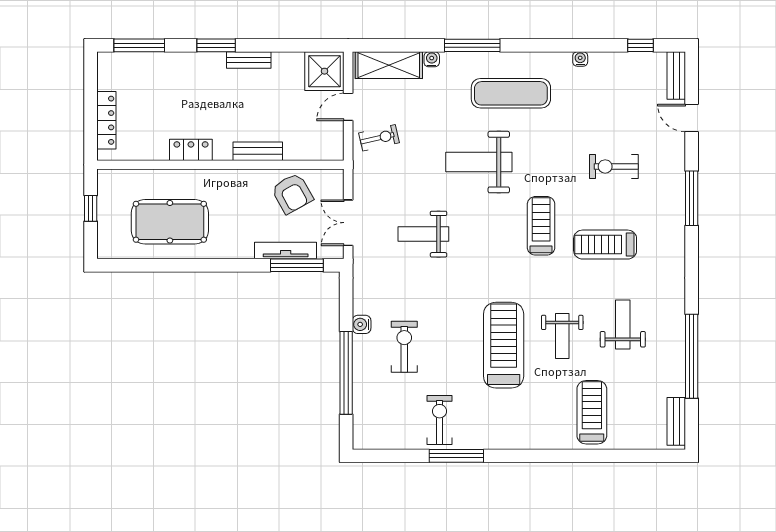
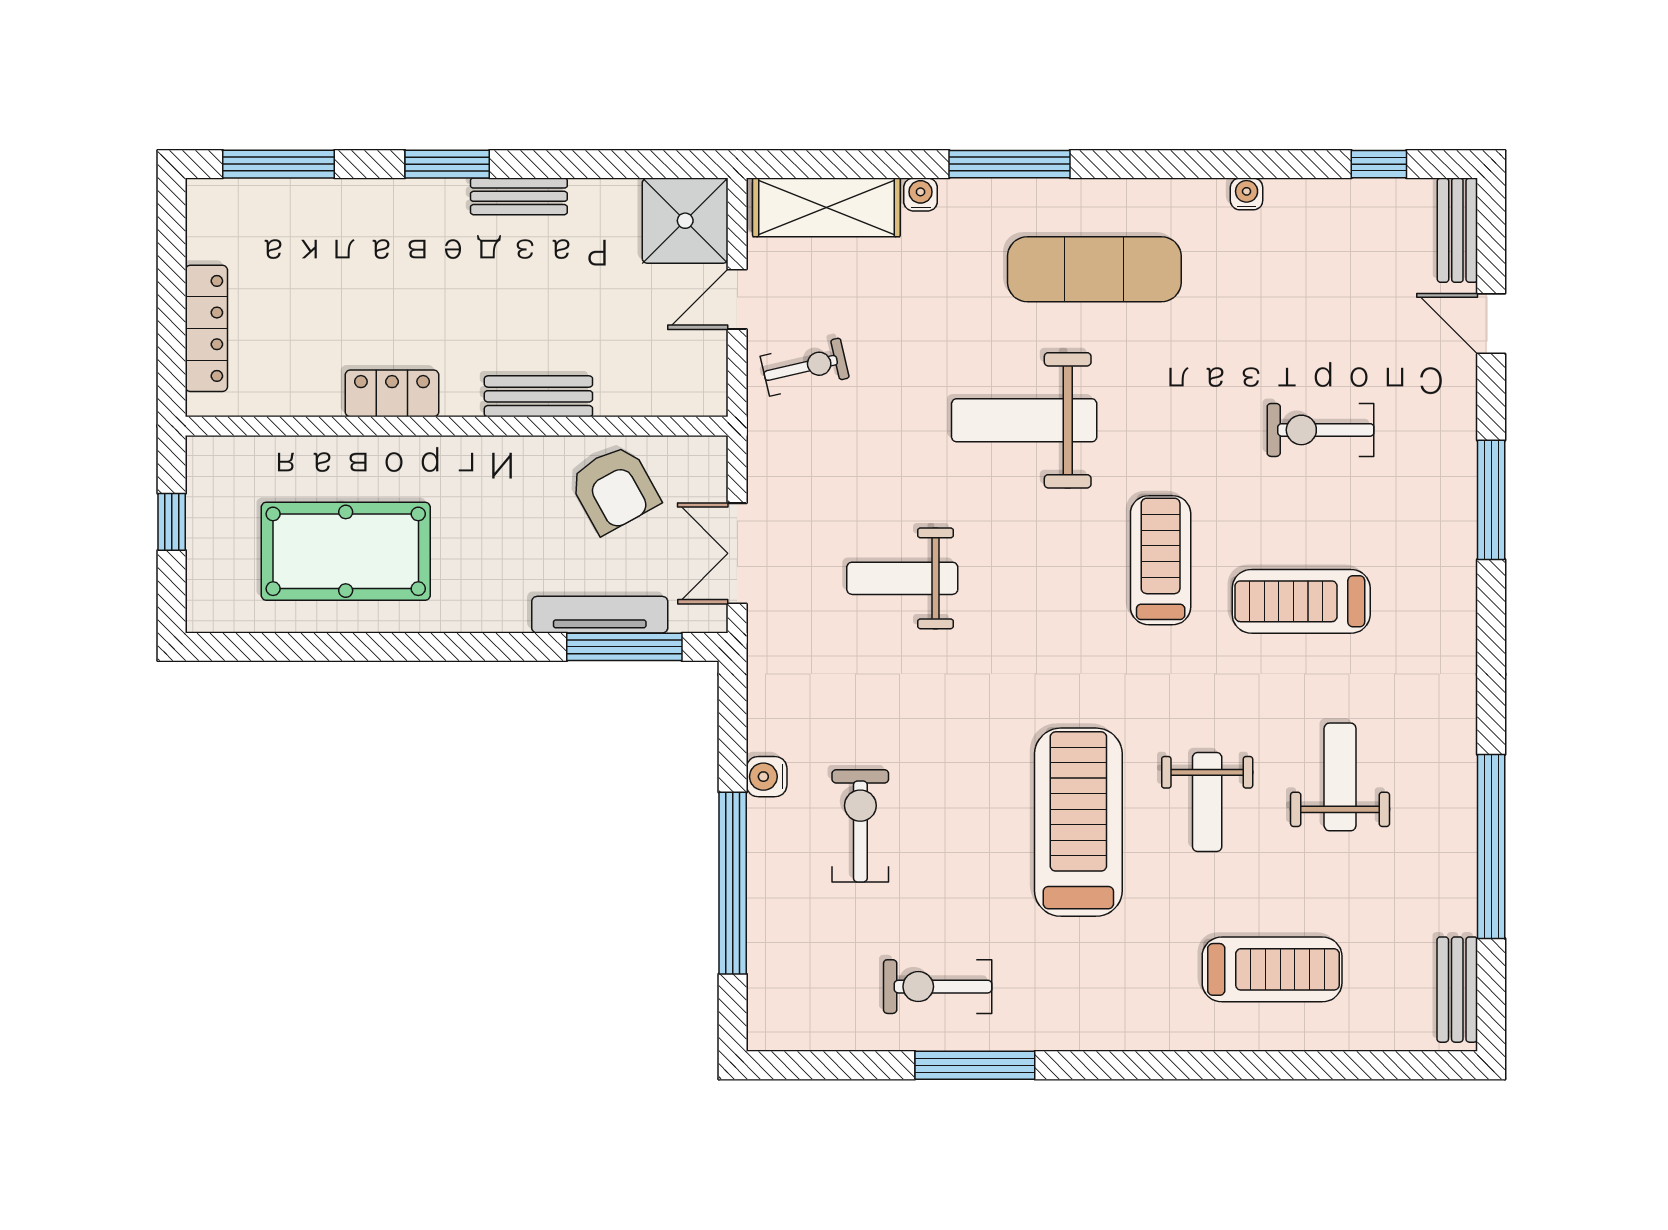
treadmill: (592, 412) -> (1272, 969), turned 90
exercise bike: (439, 420) -> (938, 987), turned -90

